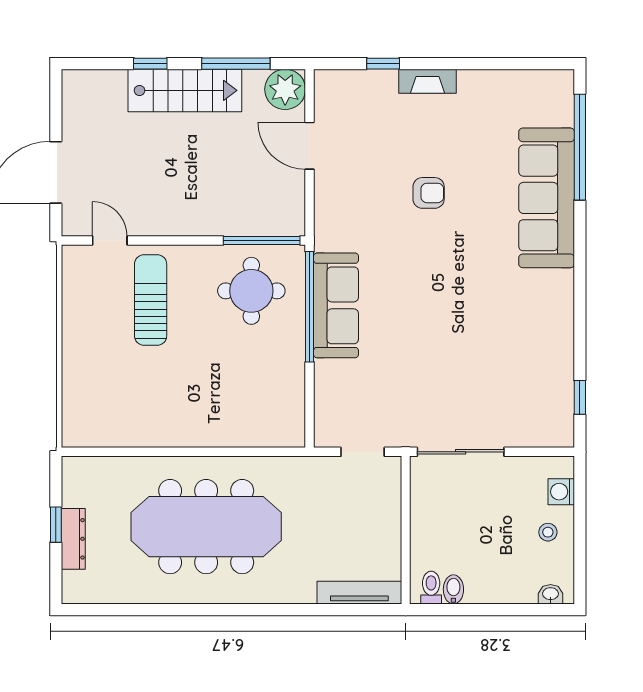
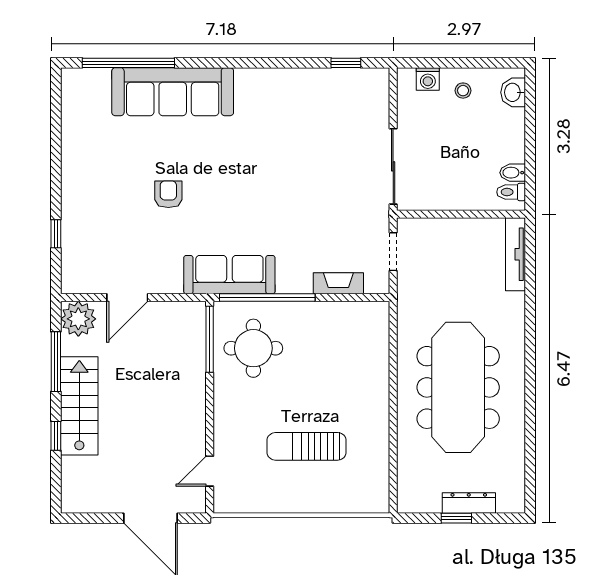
fireplace: (428, 81) -> (338, 283), moved, turned -90
sun lounger: (151, 300) -> (307, 446), moved
sofa: (336, 305) -> (229, 275), moved
washbasin: (551, 594) -> (513, 92), width x1.38, depth x1.45

